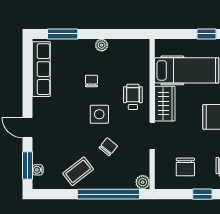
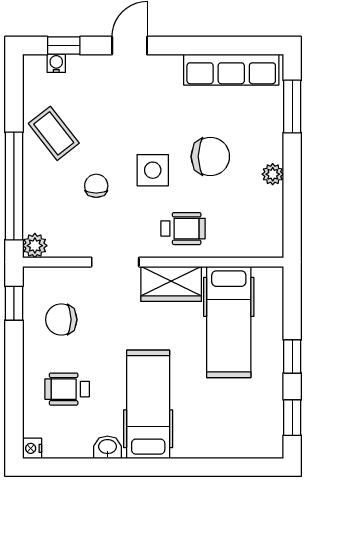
chair: (91, 81) -> (210, 157), width x1.87, depth x1.87
chair: (108, 147) -> (96, 186), turned -129
window: (27, 166) -> (64, 46), width x0.67
window: (202, 194) -> (14, 303), moved

